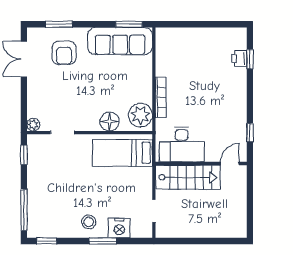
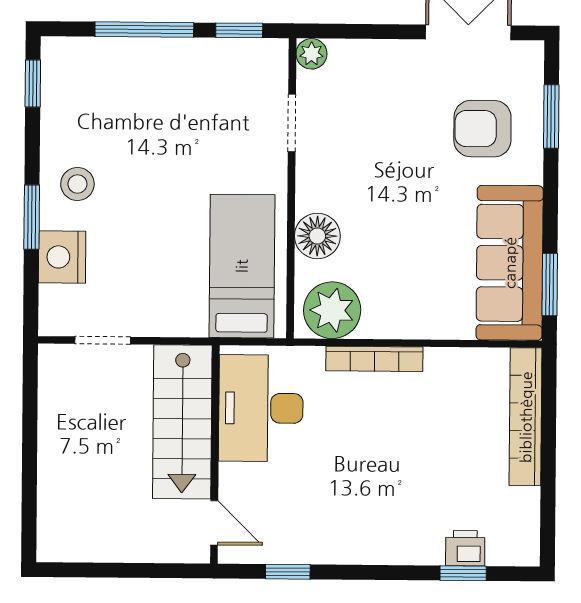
bookcase: (184, 34) -> (526, 417), added
window: (24, 210) -> (144, 30), moved

